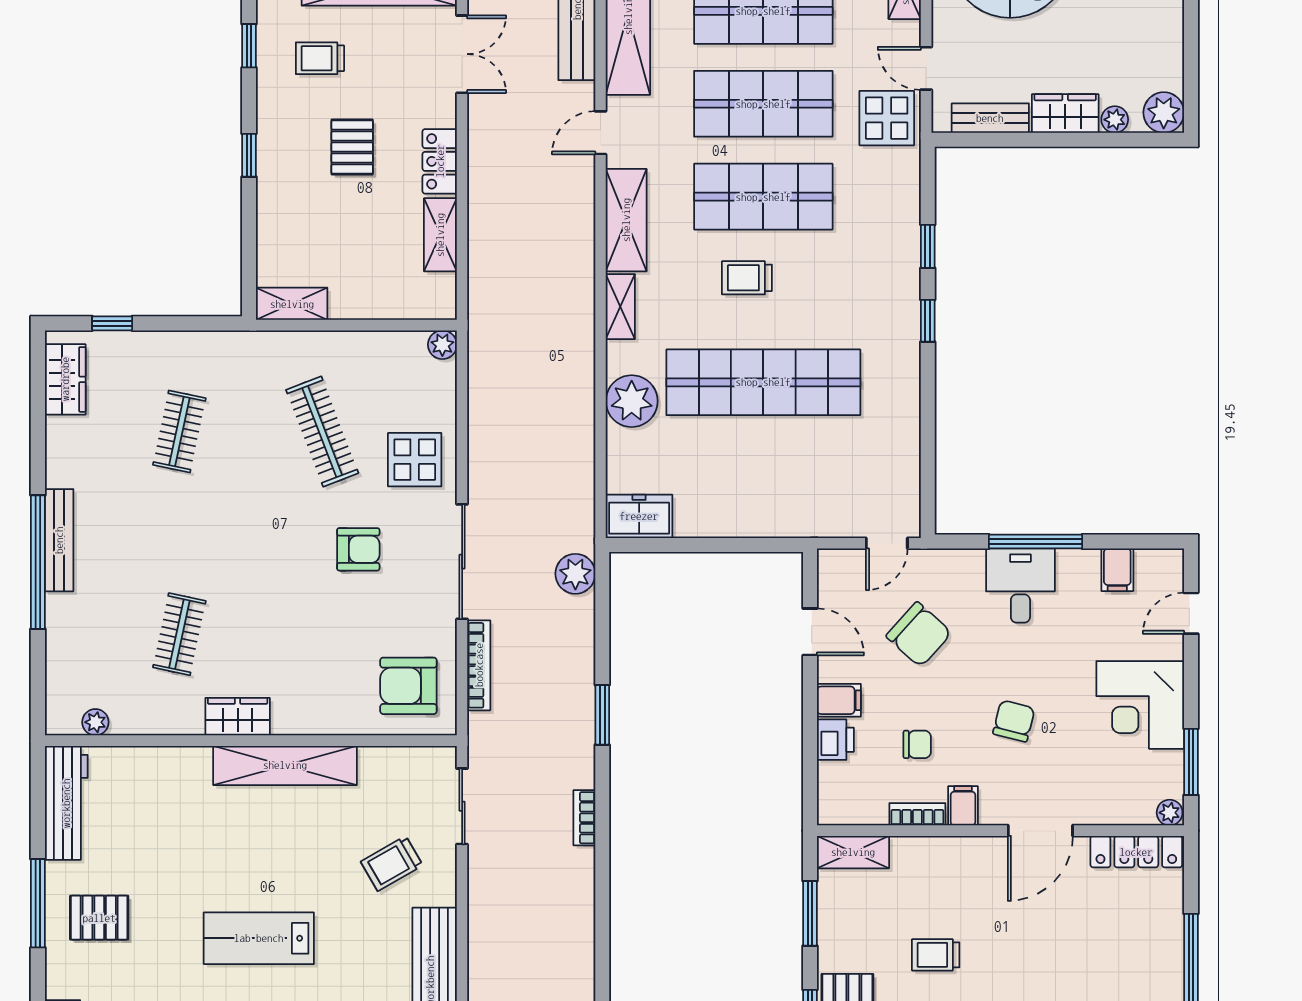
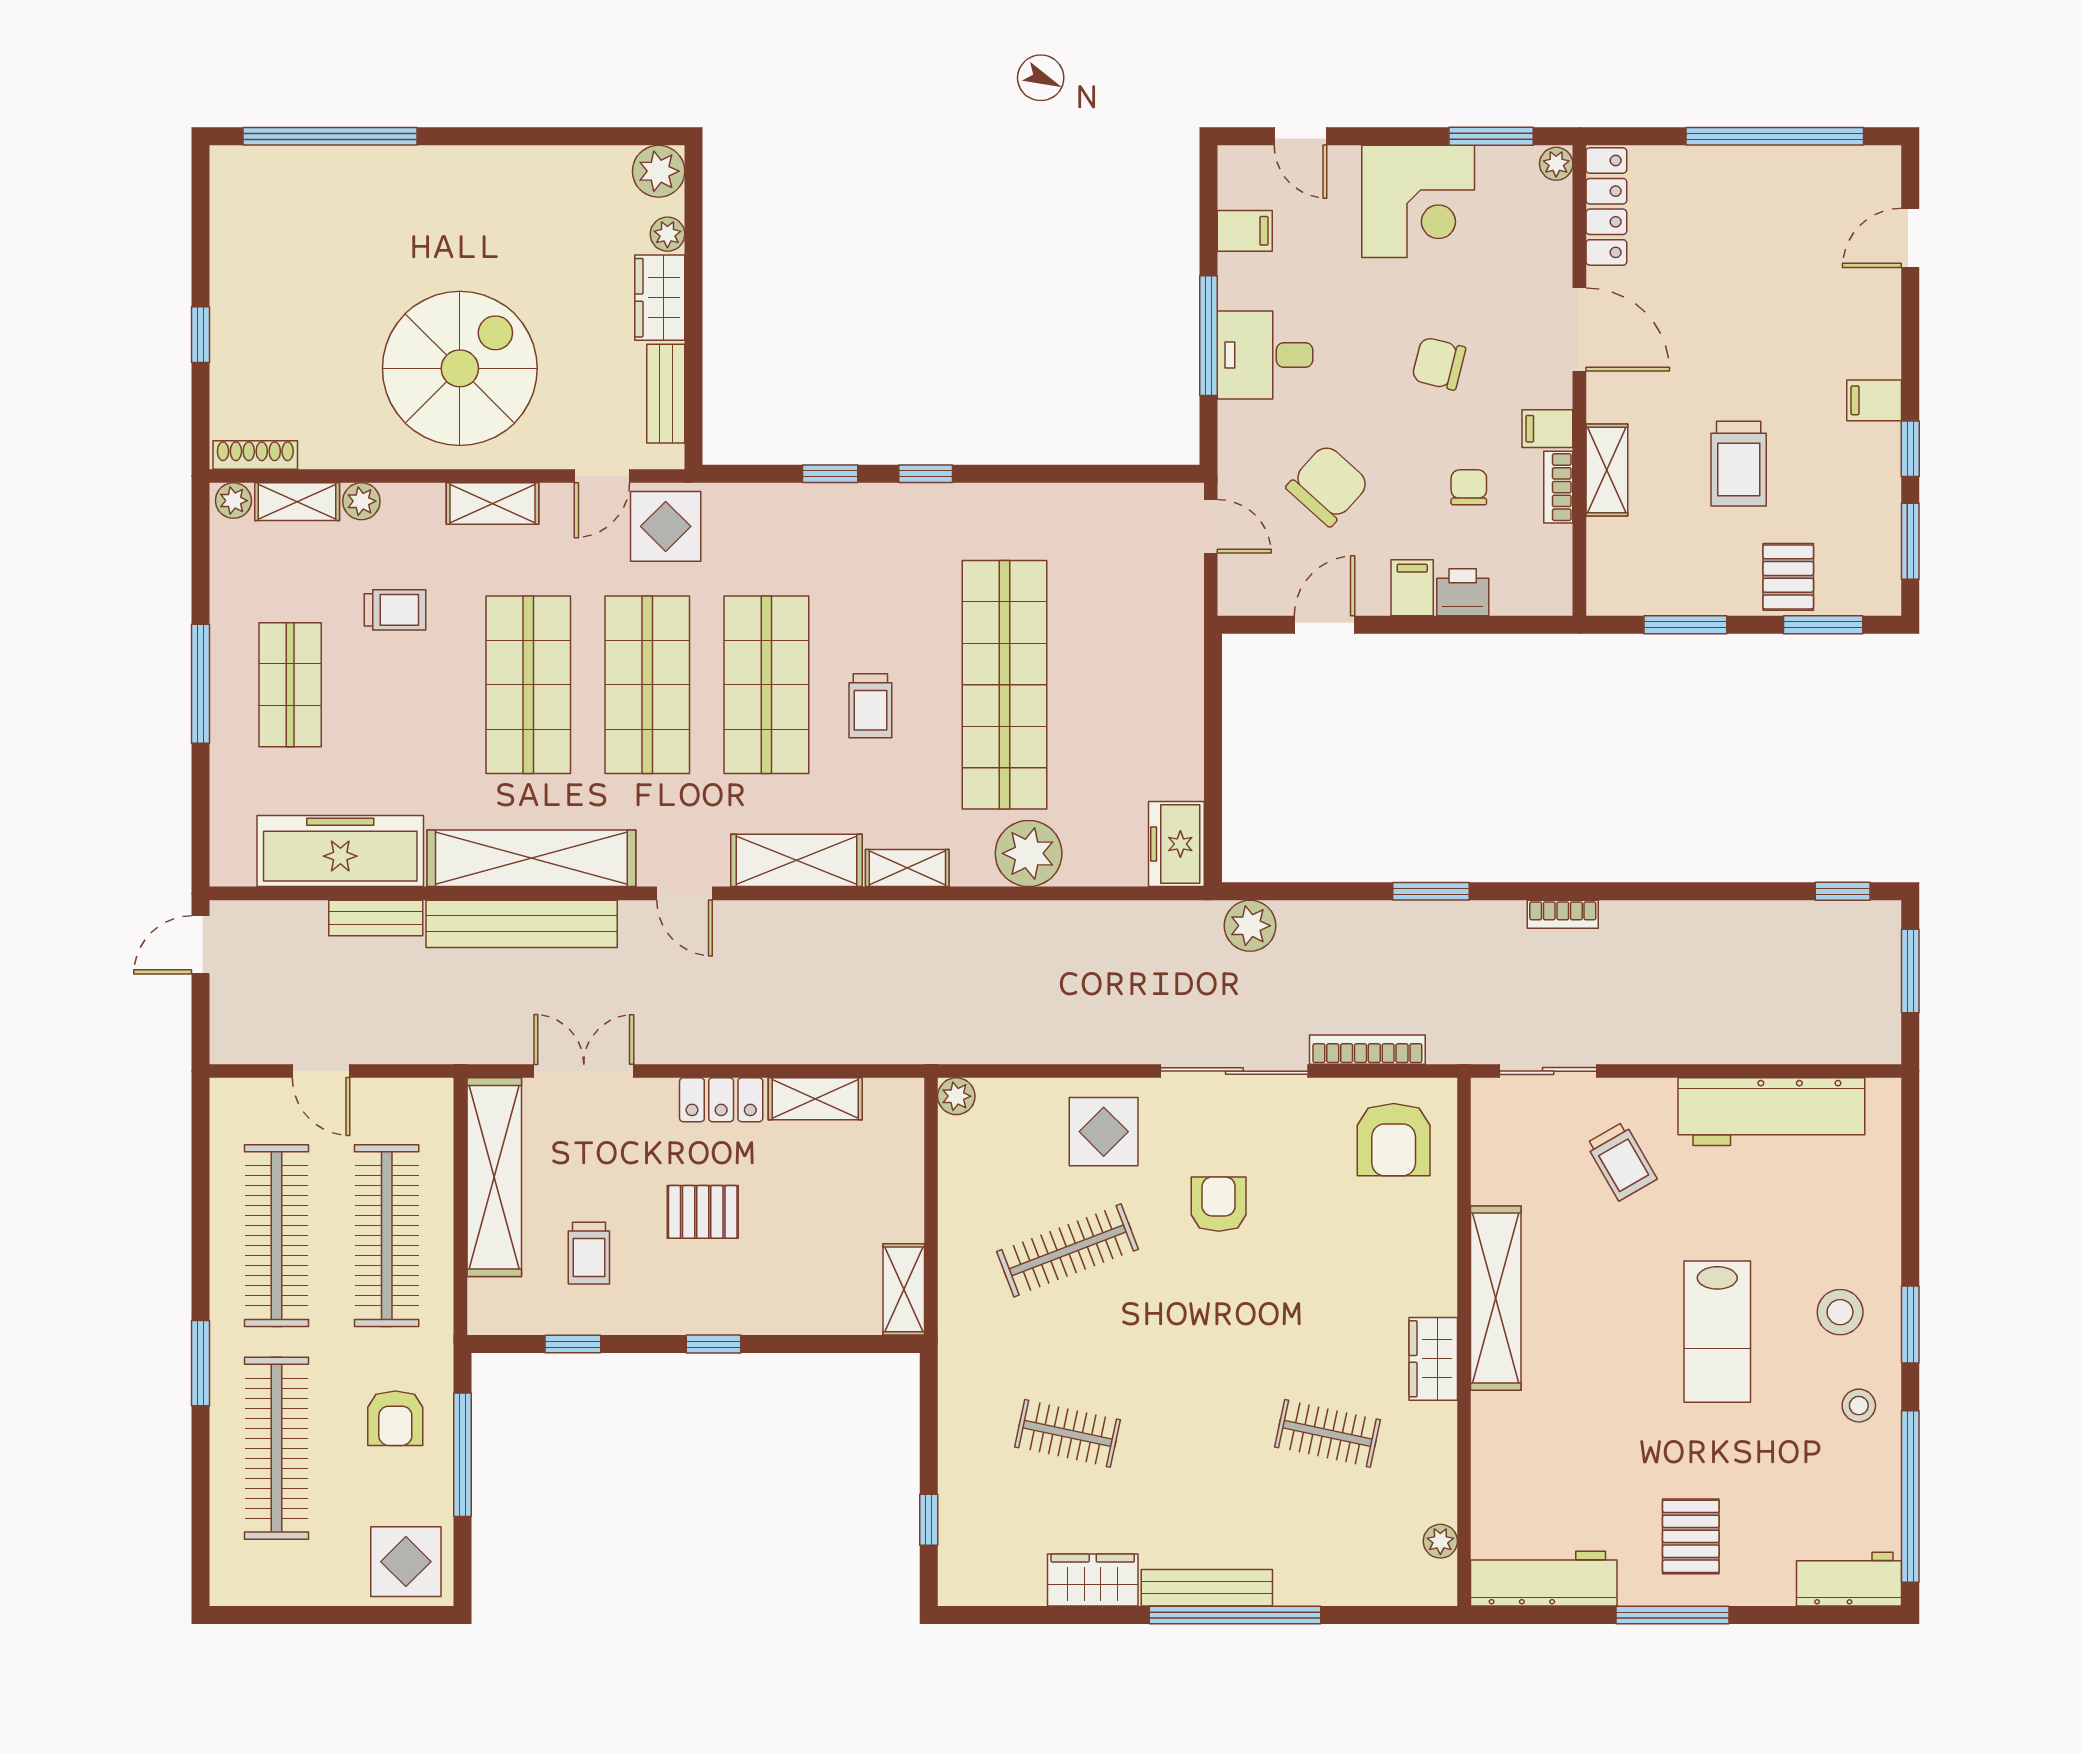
wardrobe: (65, 379) -> (1093, 1580), moved
shelving: (853, 852) -> (1607, 470), moved
trolley: (936, 955) -> (1739, 464), width x1.36, depth x1.39

